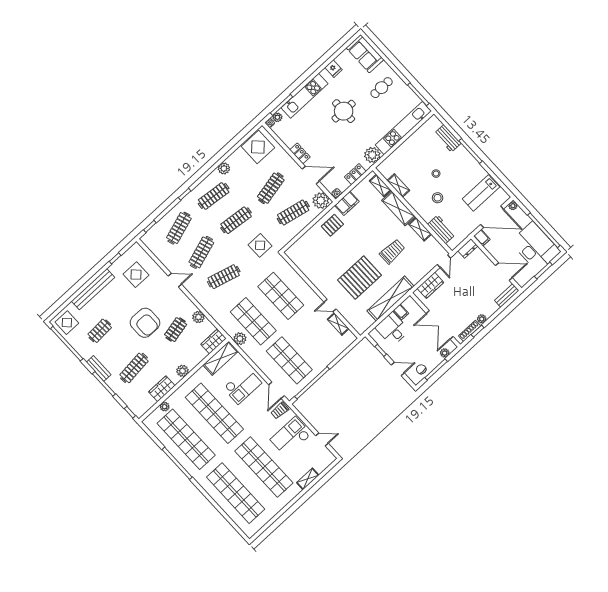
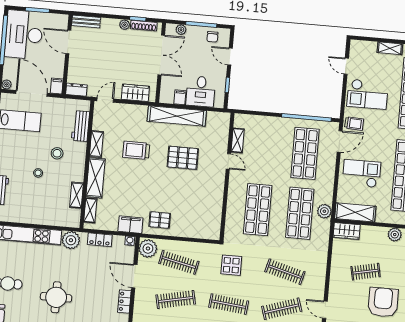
pallet: (360, 278) -> (183, 158), width x0.73, depth x0.71
plant: (198, 317) -> (338, 262), removed

